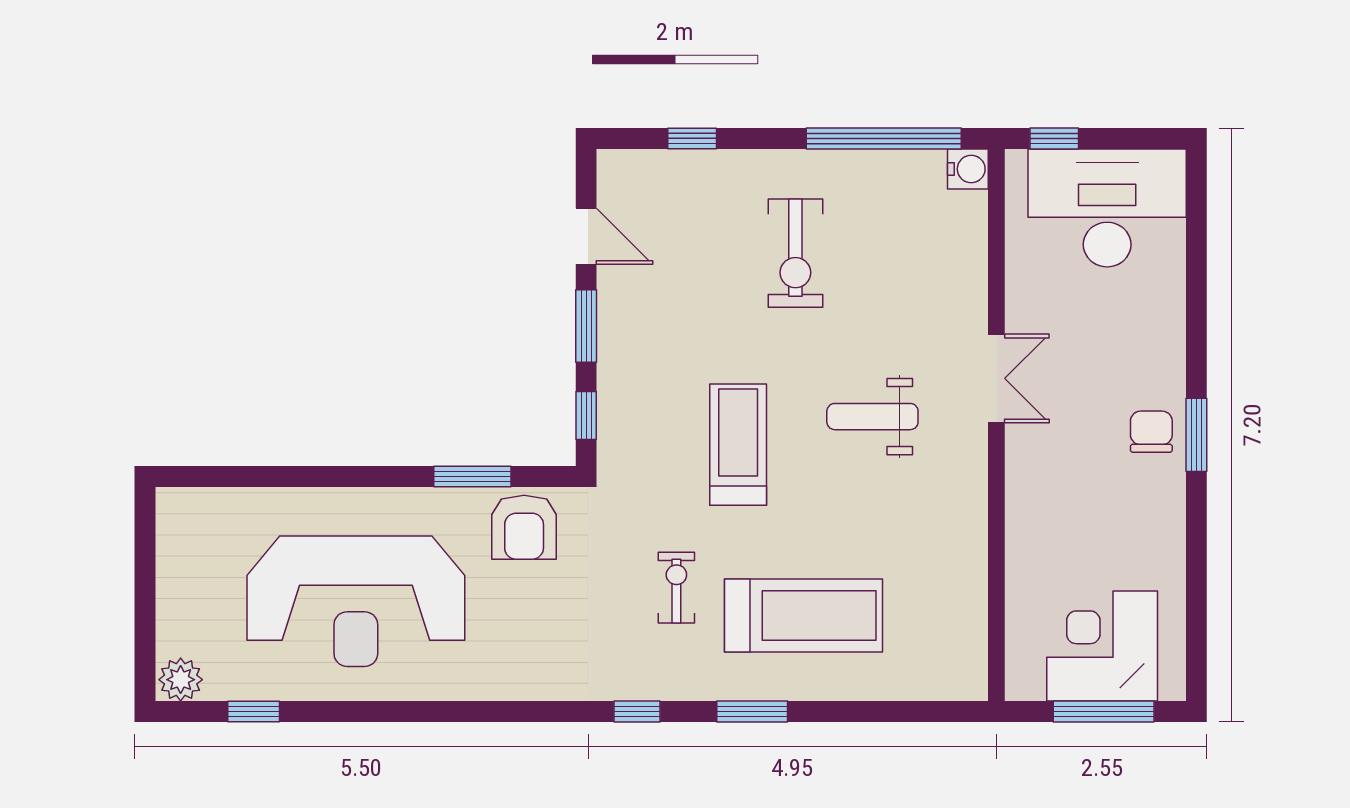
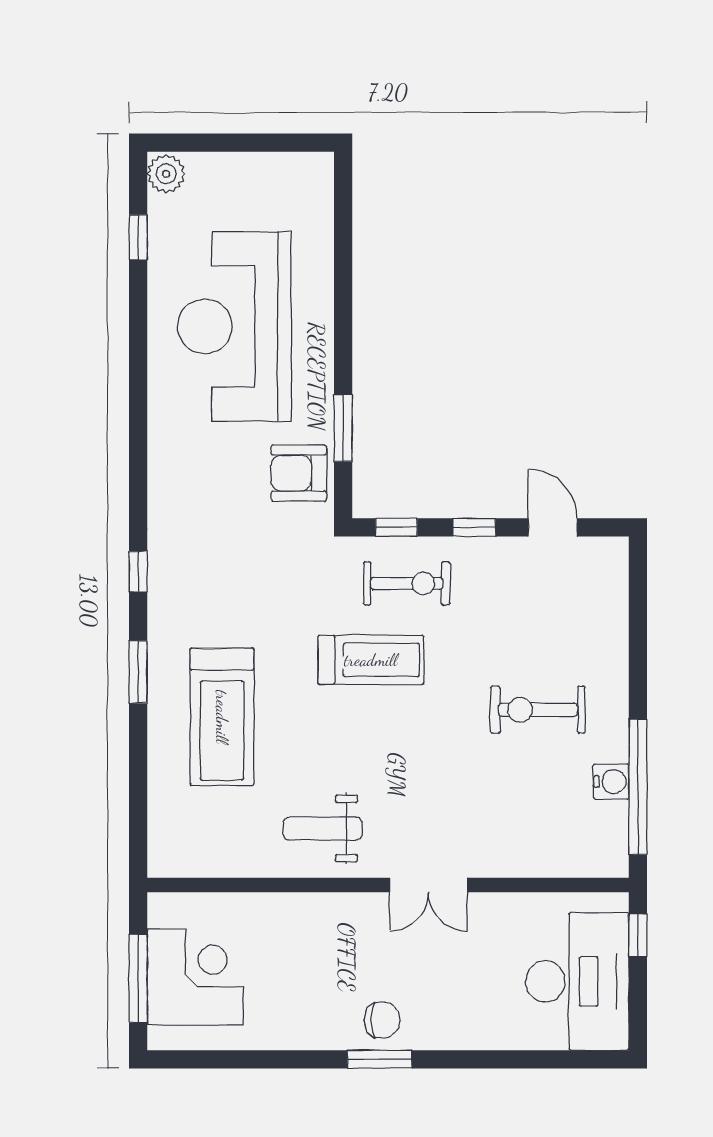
window: (692, 138) -> (638, 620), removed
water cooler: (968, 169) -> (611, 782), moved, turned -90
door: (586, 236) -> (553, 527), swing flipped
window: (586, 326) -> (474, 527), width x0.67
weight bench: (872, 417) -> (323, 829), moved, turned -90
exercise bike: (676, 588) -> (407, 583), moved, width x1.38, depth x1.39

